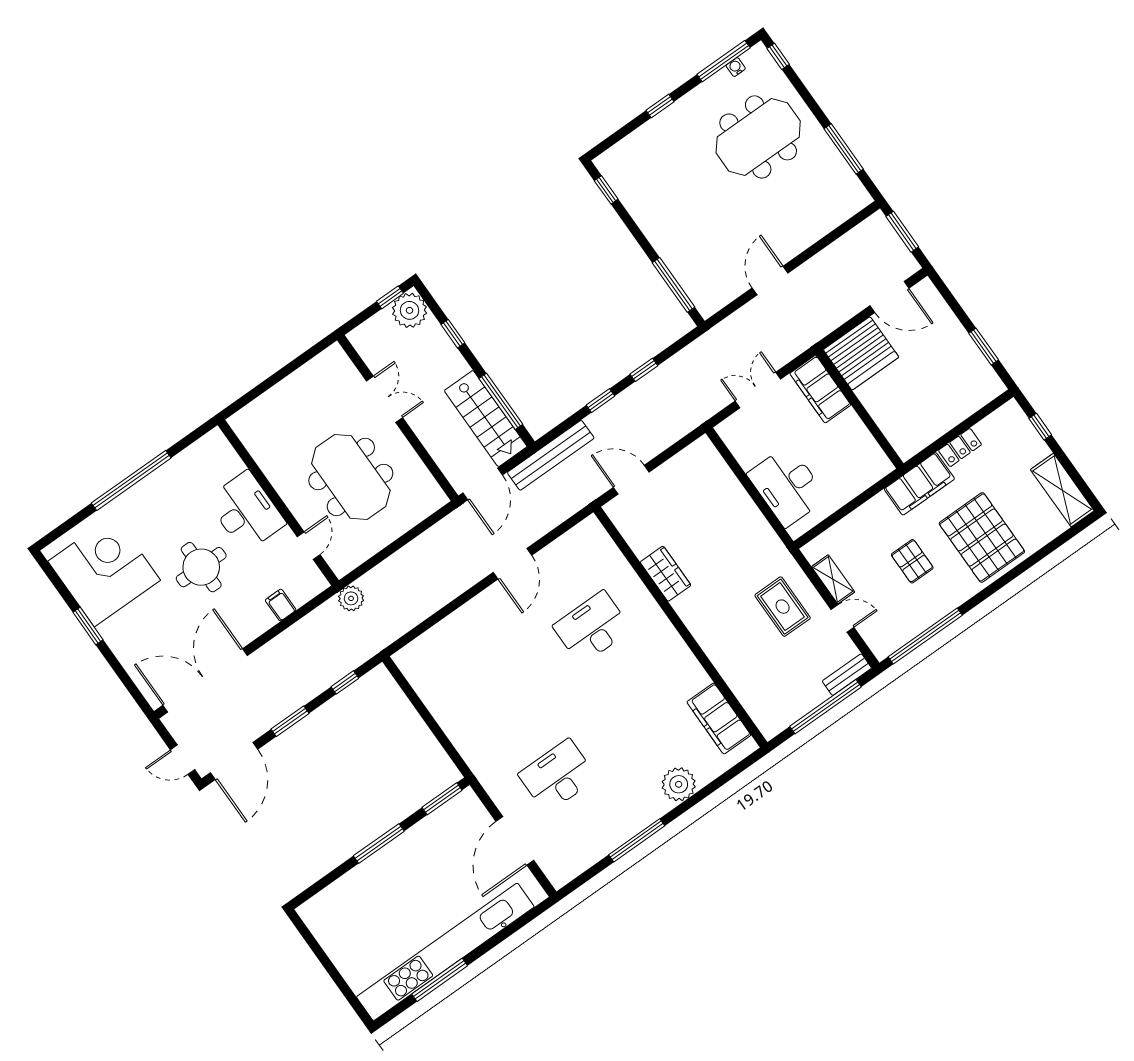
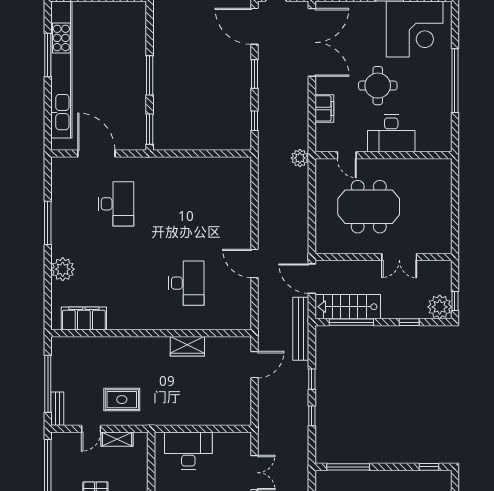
filing cabinet: (281, 605) -> (324, 108), width x2.00

